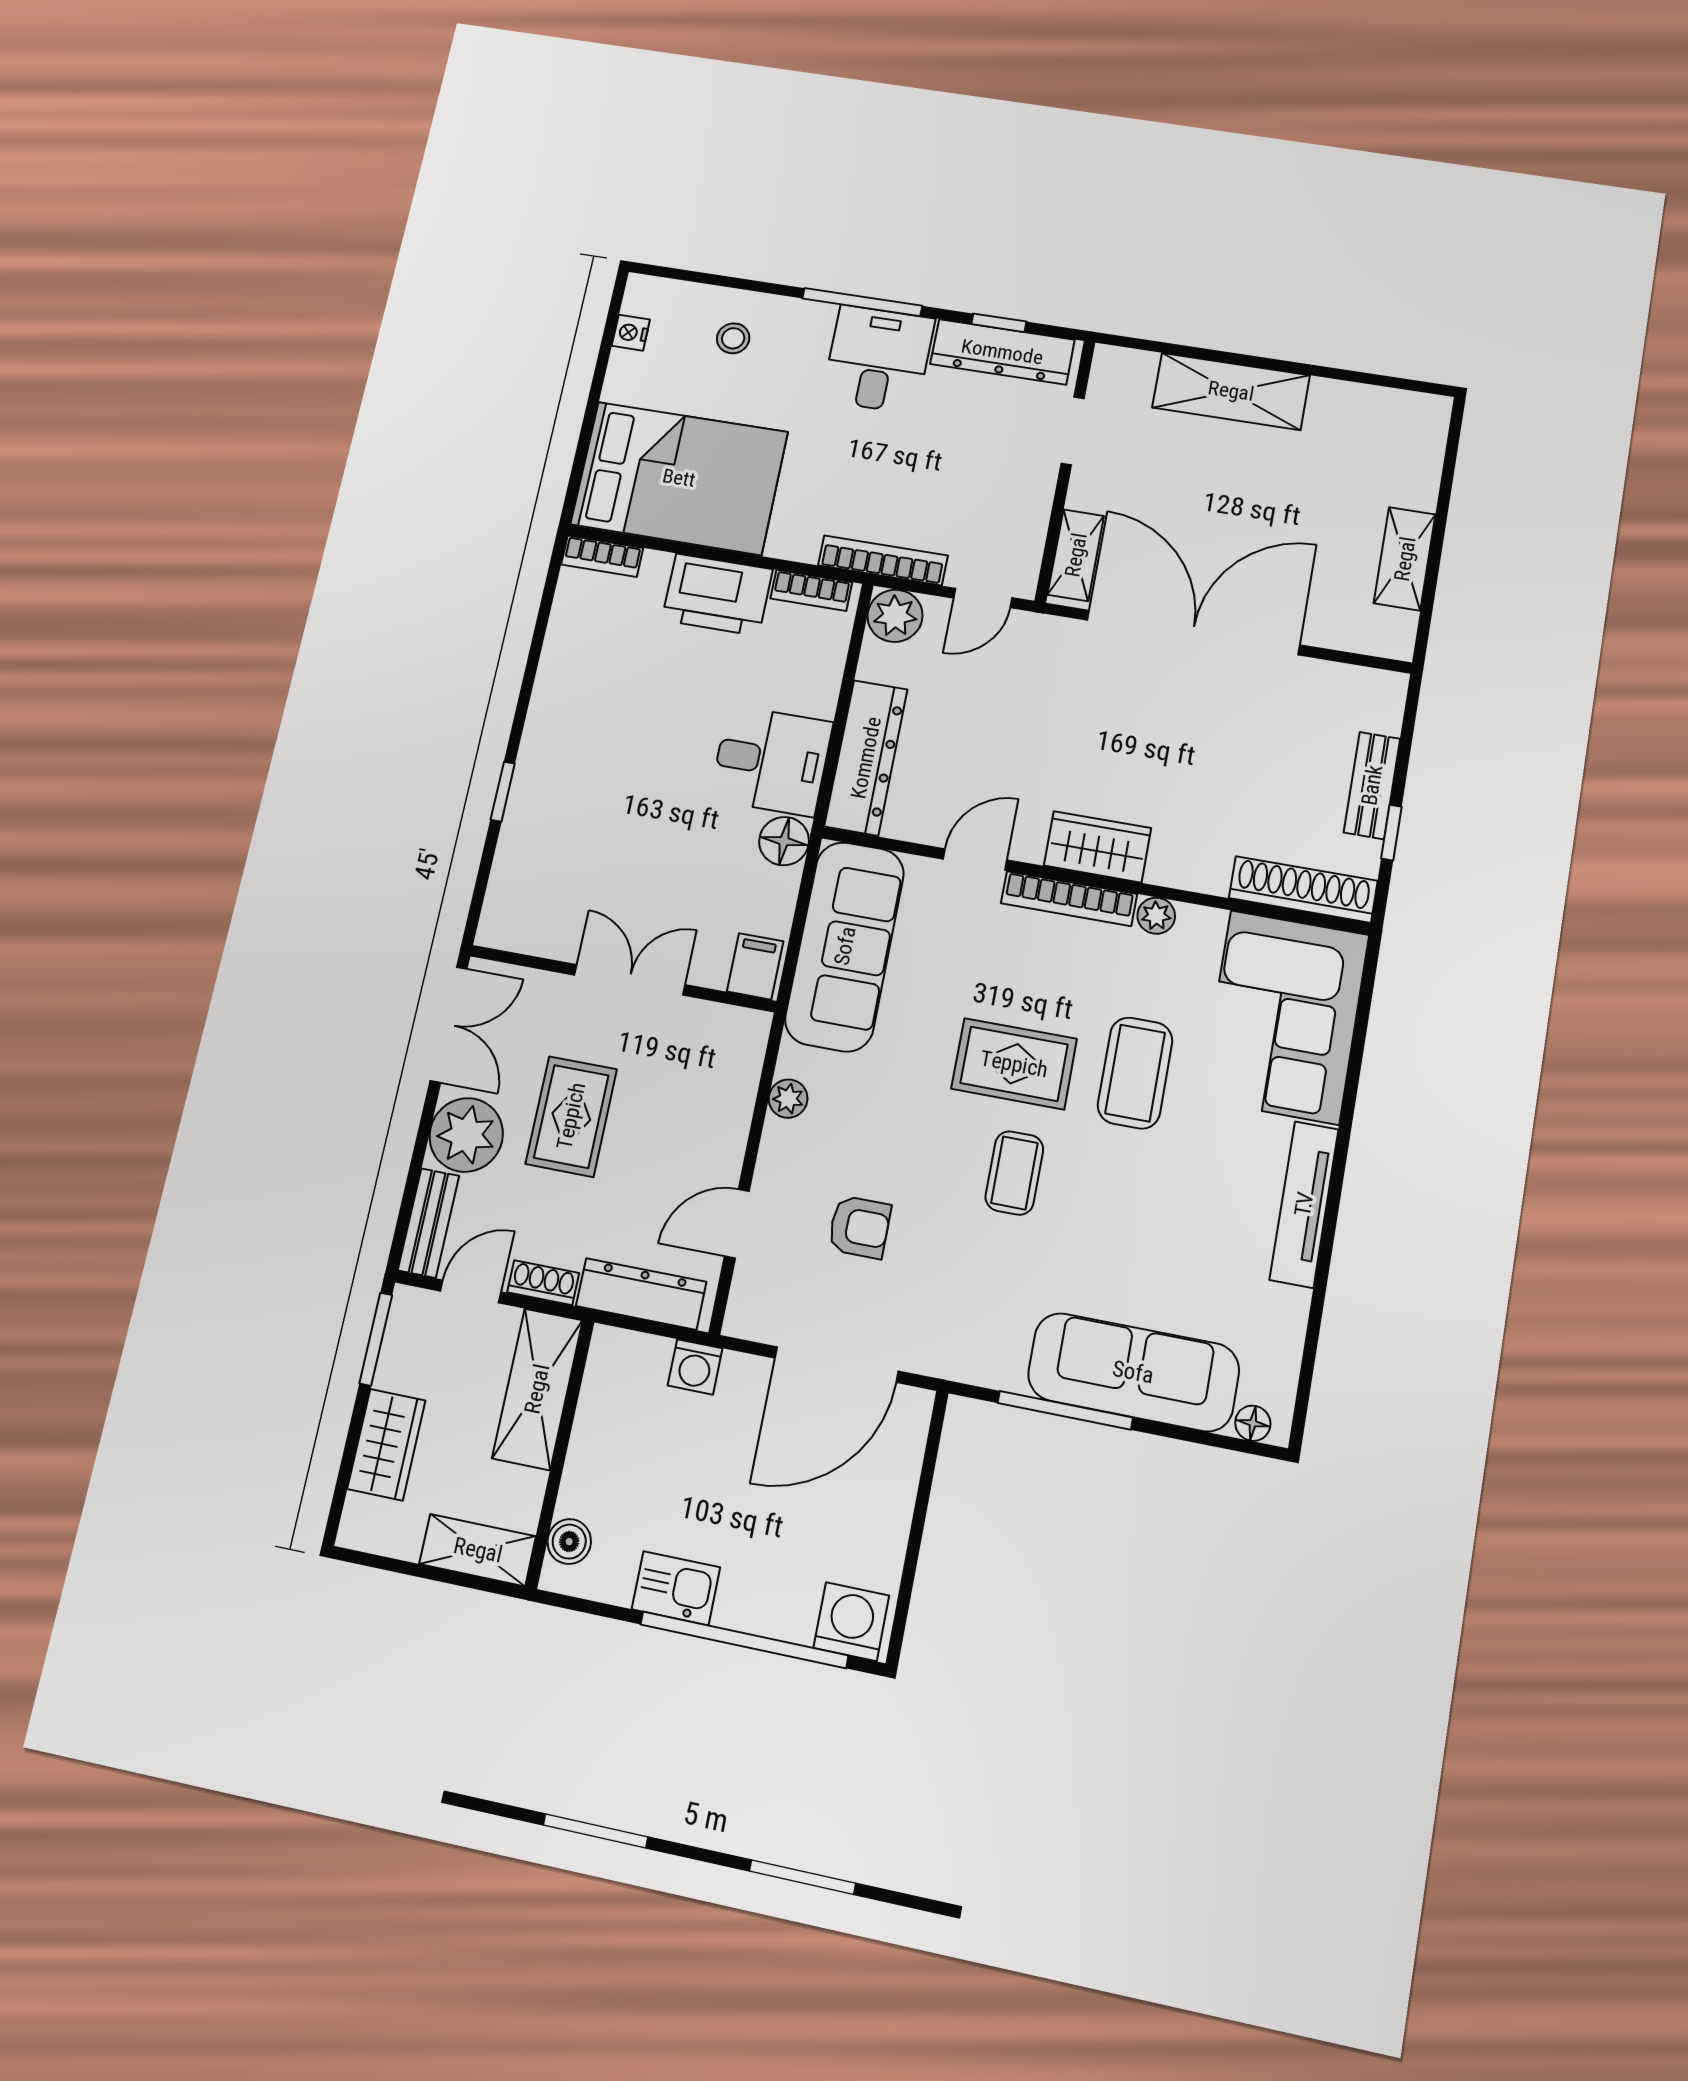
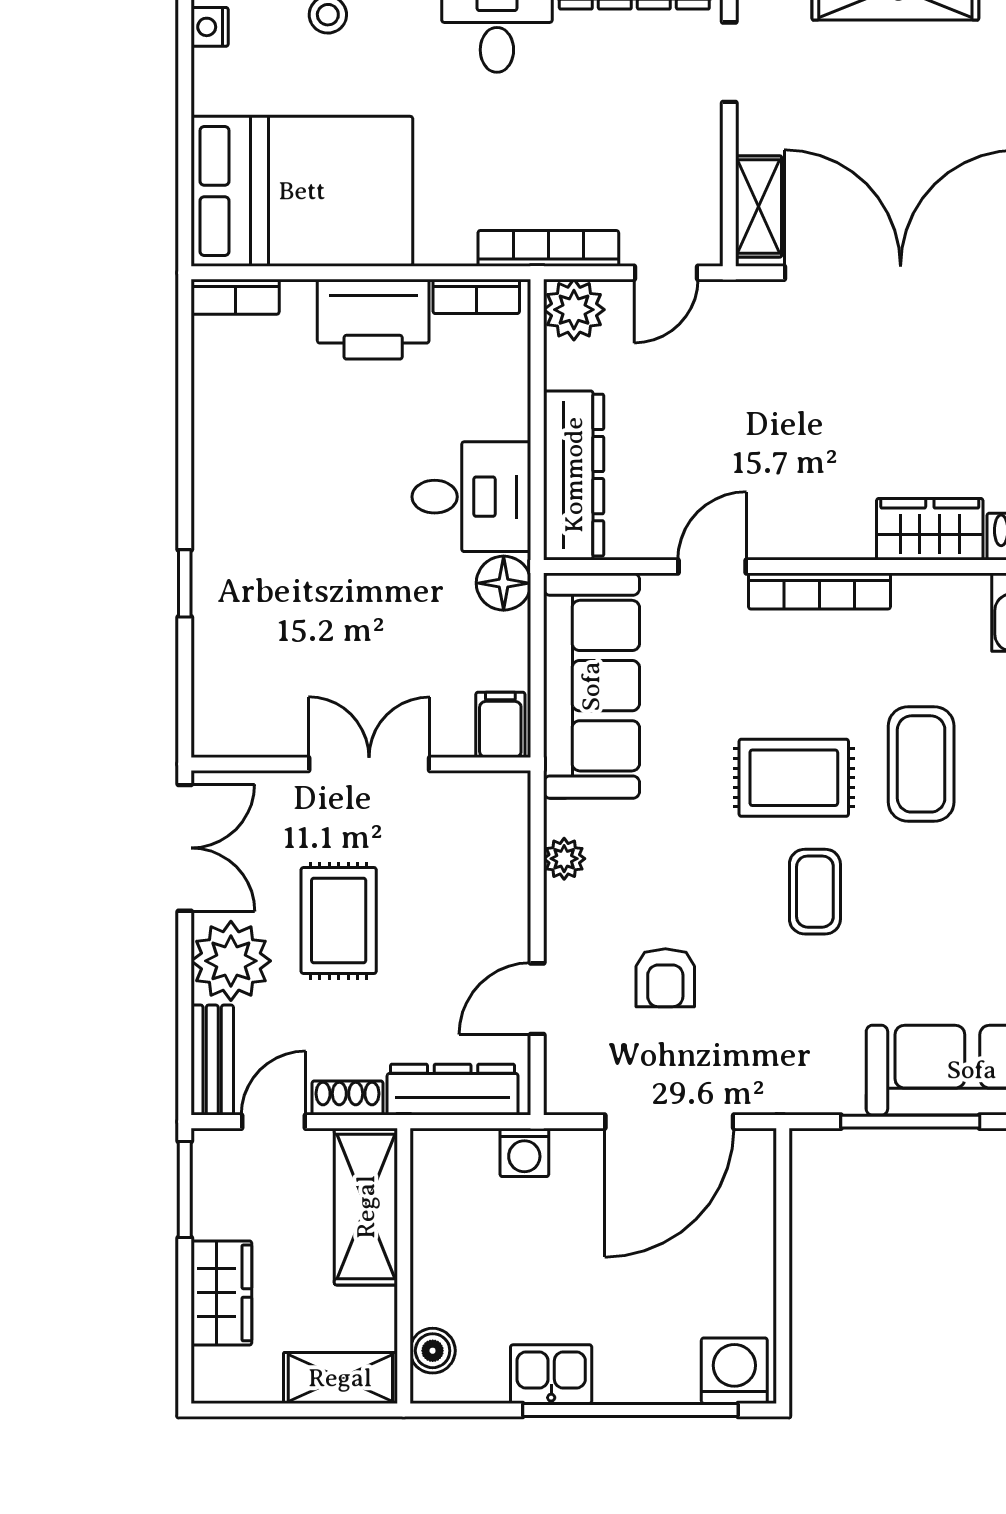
wardrobe: (1098, 847) -> (930, 529), moved
plant: (1156, 916) -> (914, 593), removed
armchair: (859, 1227) -> (665, 978), turned 90

